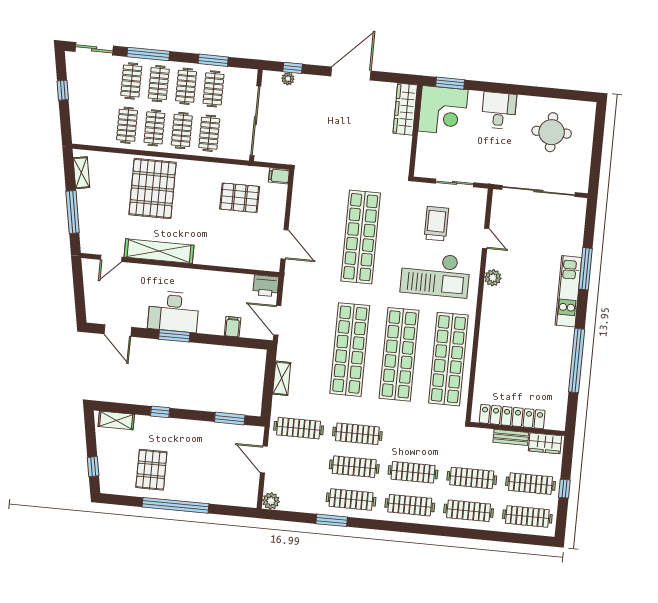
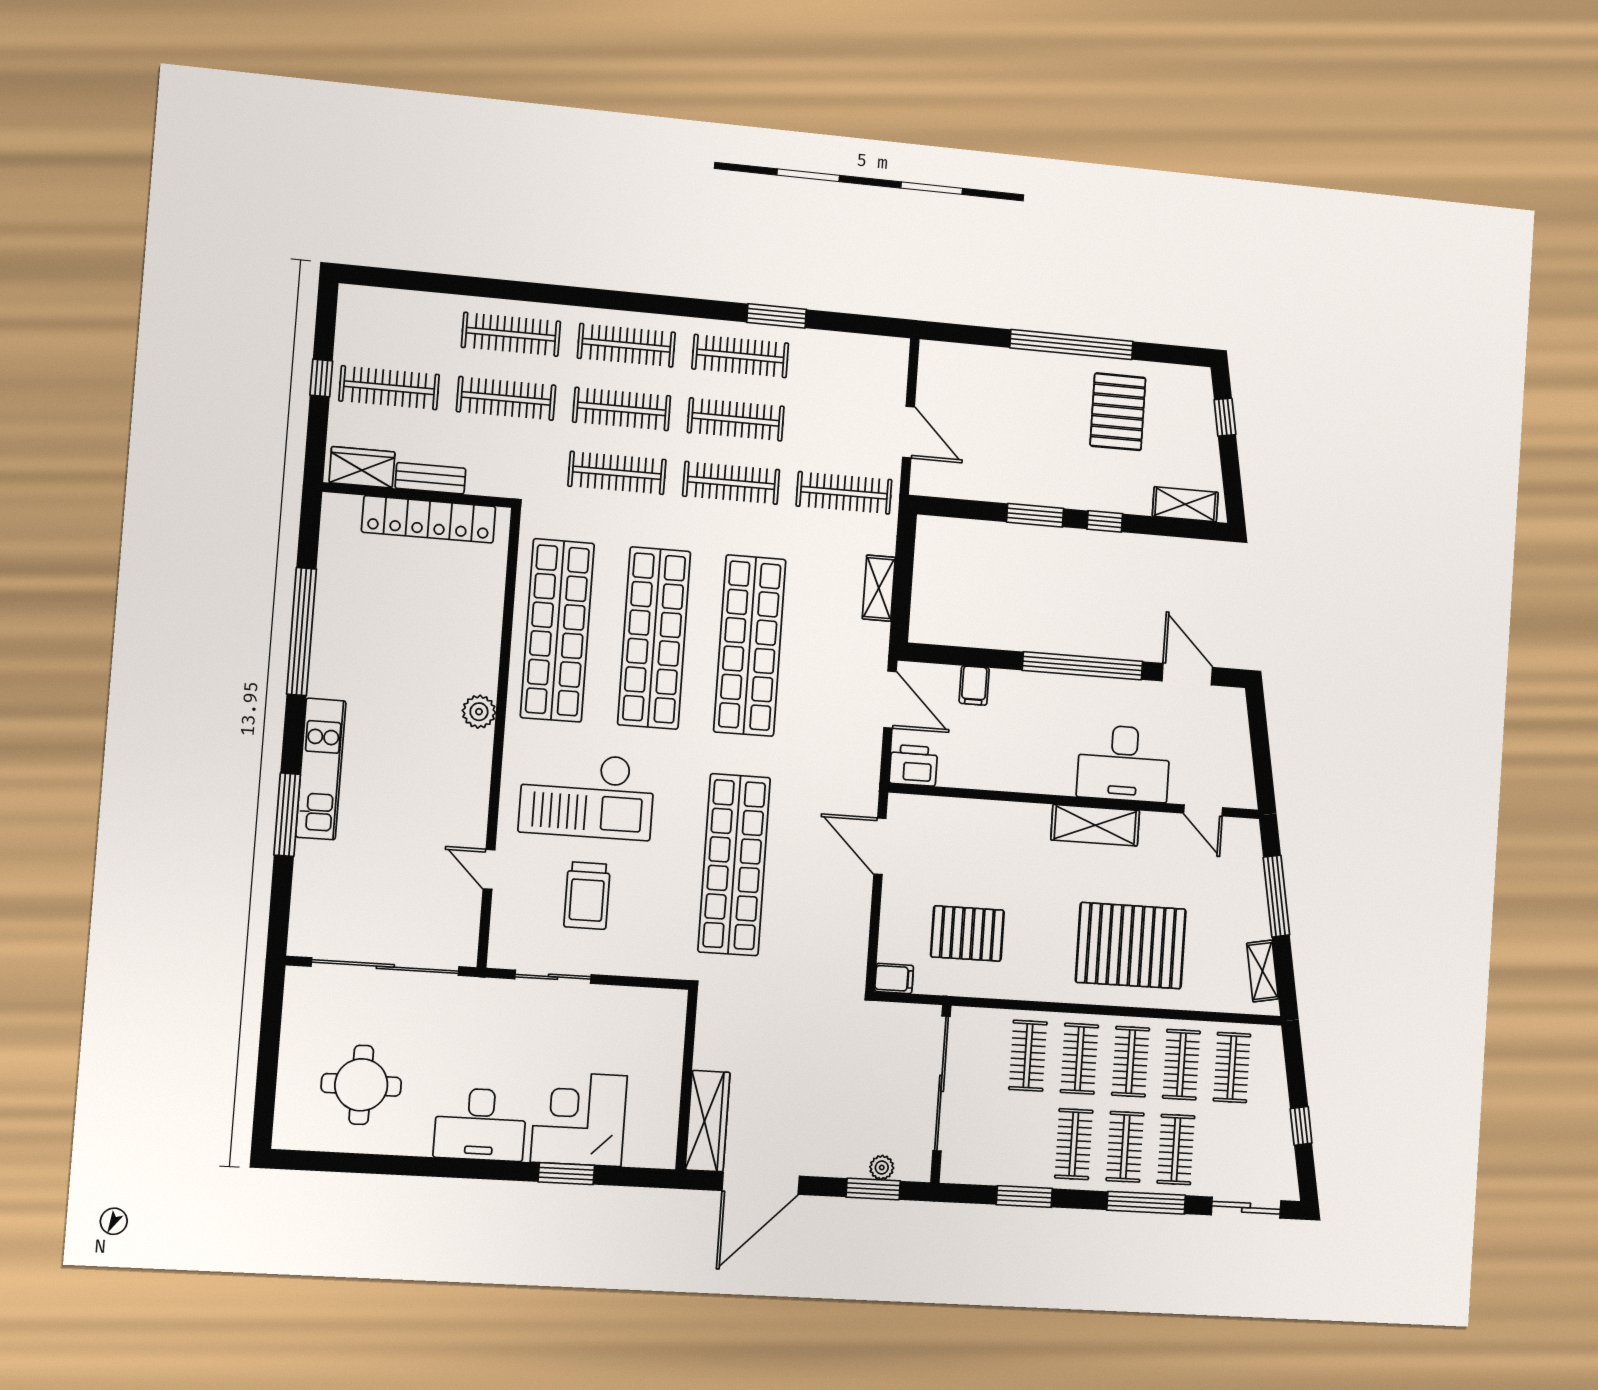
window: (293, 68) -> (873, 1189), width x1.50
clothes rail: (213, 89) -> (1232, 1067), moved
wardrobe: (405, 109) -> (708, 1121), moved
desk: (499, 110) -> (480, 1124), width x1.37
wall: (415, 131) -> (687, 1080), moved
pallet: (153, 189) -> (1131, 946), turned 90
shelving: (159, 251) -> (1095, 825), width x0.68
door: (111, 258) -> (1203, 810), swing flipped
checkout: (435, 275) -> (587, 795), turned 180
plant: (493, 278) -> (479, 712), moved
desk: (174, 312) -> (1124, 763), moved, turned 180
window: (174, 336) -> (1083, 666), width x2.11
window: (230, 418) -> (1035, 515), moved
plant: (271, 501) -> (893, 353), removed
clothes rail: (527, 516) -> (617, 473), moved

